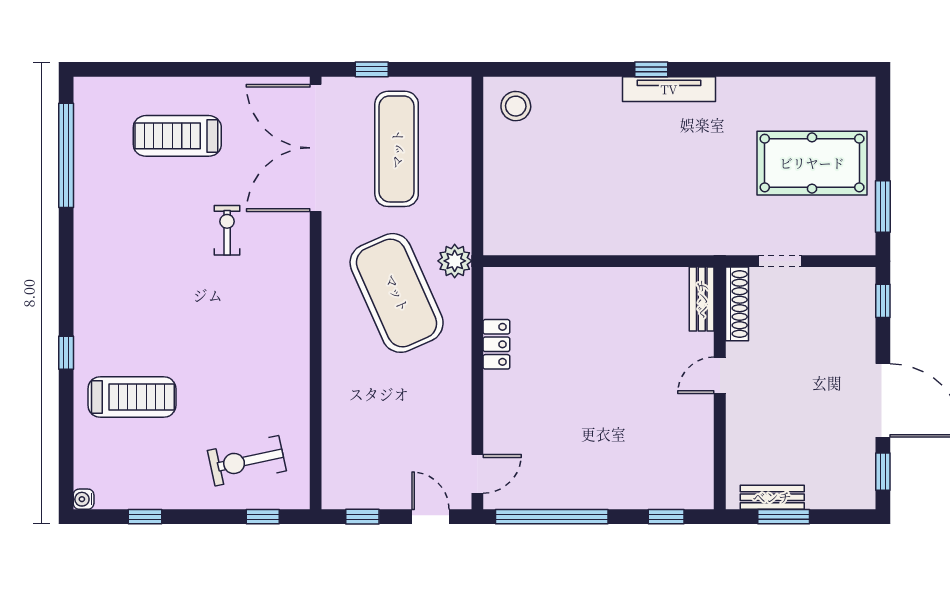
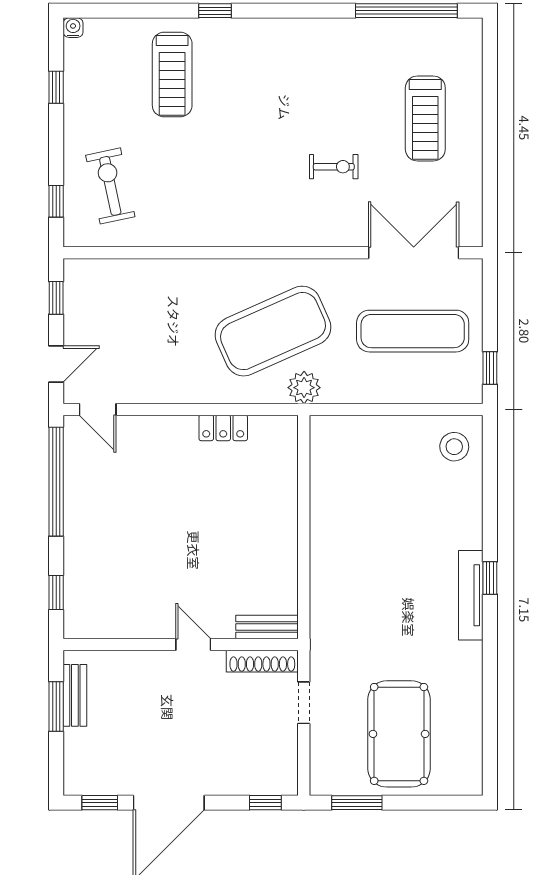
window: (372, 69) -> (490, 368), moved
treadmill: (177, 136) -> (425, 118), turned 180
double door: (316, 148) -> (414, 253), width x0.73

